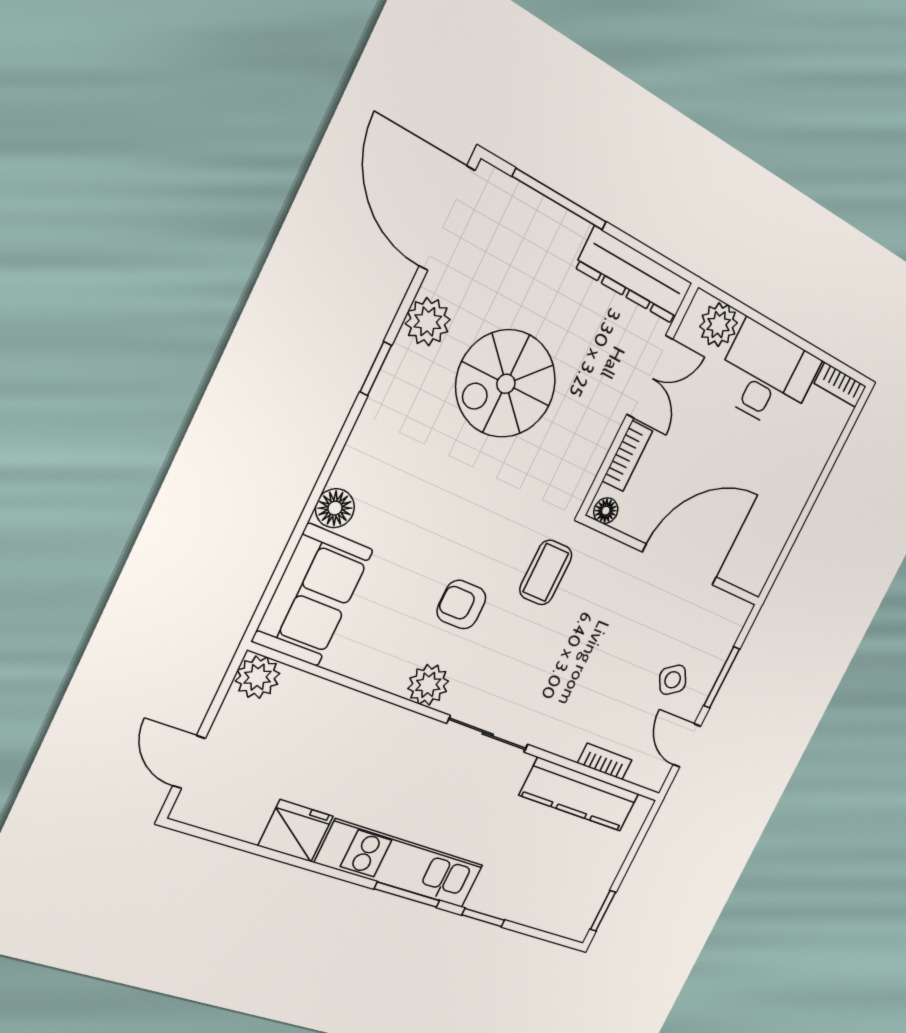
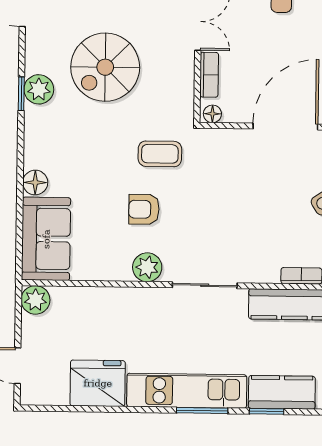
plant: (428, 322) -> (39, 89), moved
coffee table: (546, 572) -> (160, 154), moved, turned 90
fridge: (296, 831) -> (98, 383), width x1.36, depth x1.34
kitchen counter: (512, 899) -> (282, 392), added

